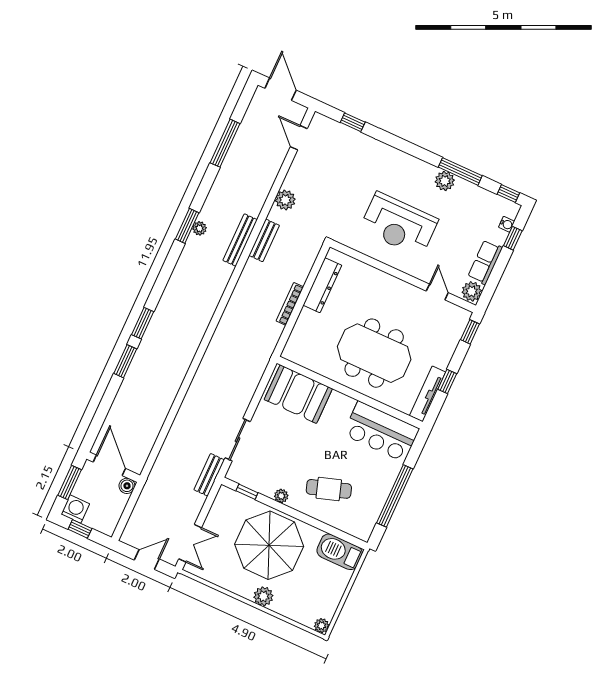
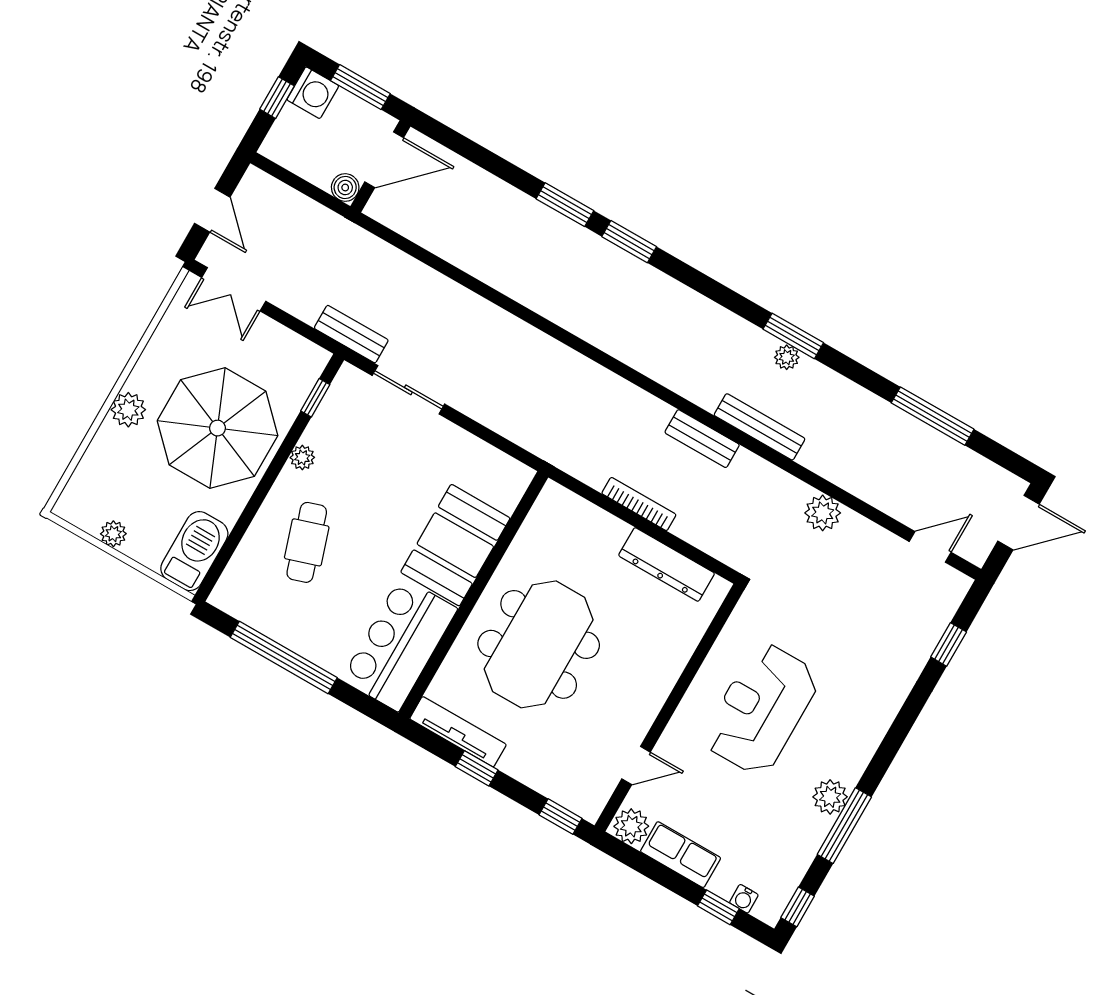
bench: (264, 240) -> (702, 439), moved
booth: (298, 394) -> (455, 545), moved
plant: (322, 626) -> (113, 534), moved

